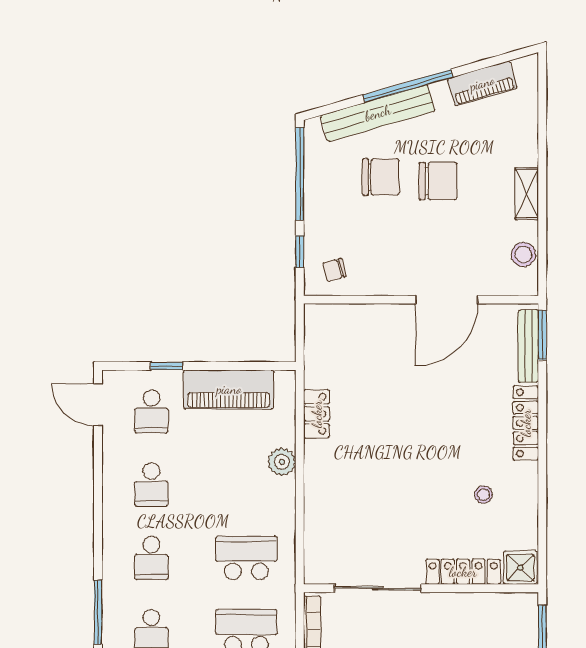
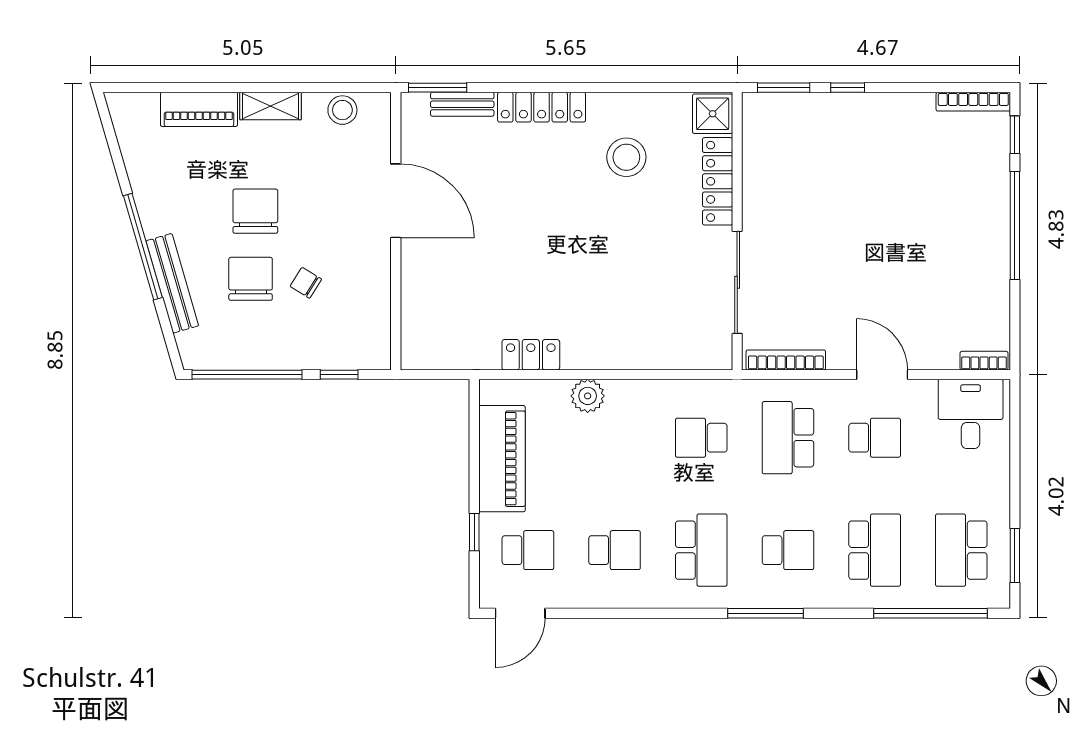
piano: (482, 83) -> (199, 109), moved, turned 106
bench: (378, 113) -> (172, 283), width x0.73, depth x0.82
chair: (335, 270) -> (306, 283), moved, turned 138
bench: (528, 346) -> (462, 104), width x0.73
stool: (484, 495) -> (626, 157), width x1.89, depth x1.89
school desk: (151, 558) -> (701, 550), width x1.85
school desk: (246, 558) -> (701, 438), width x0.54

